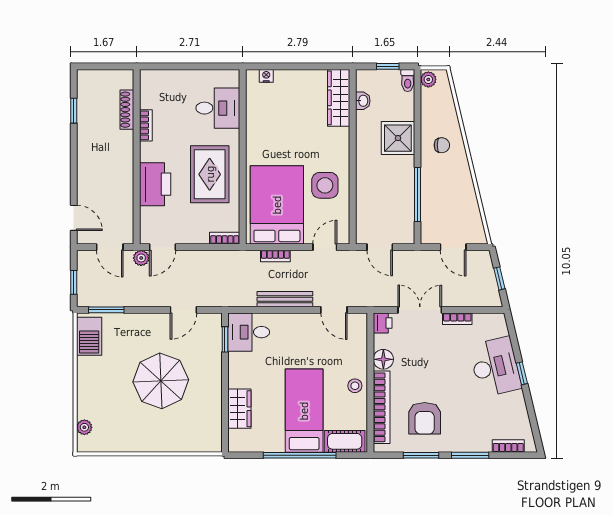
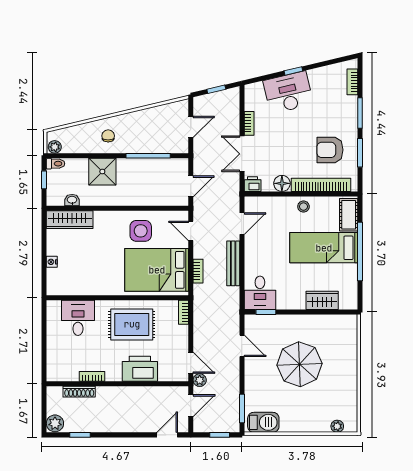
nightstand: (266, 76) -> (52, 262), moved
plant: (88, 80) -> (55, 423), added
armchair: (425, 418) -> (330, 150), turned 180

